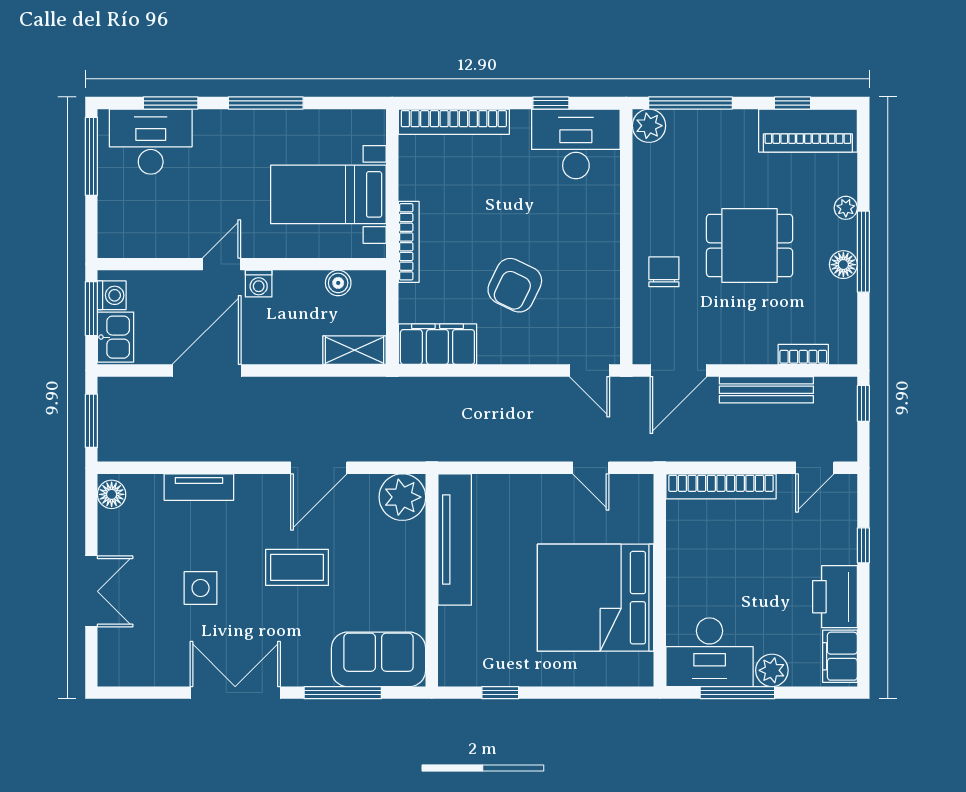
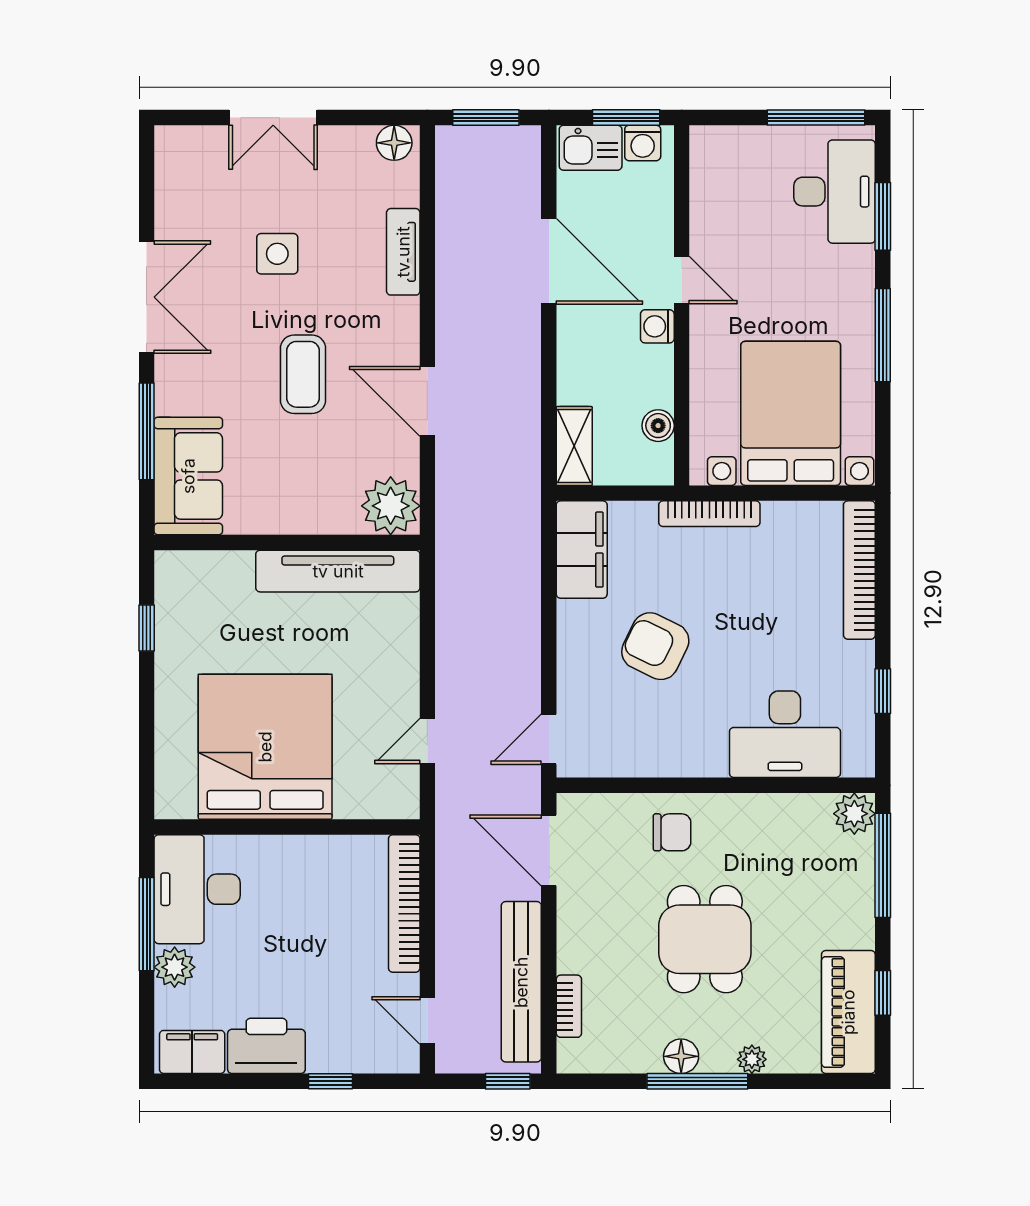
desk: (576, 144) -> (785, 734), moved, turned 90
bed with nightstands: (328, 194) -> (791, 413), width x1.36
bench: (766, 390) -> (521, 982), width x1.37, depth x1.21

